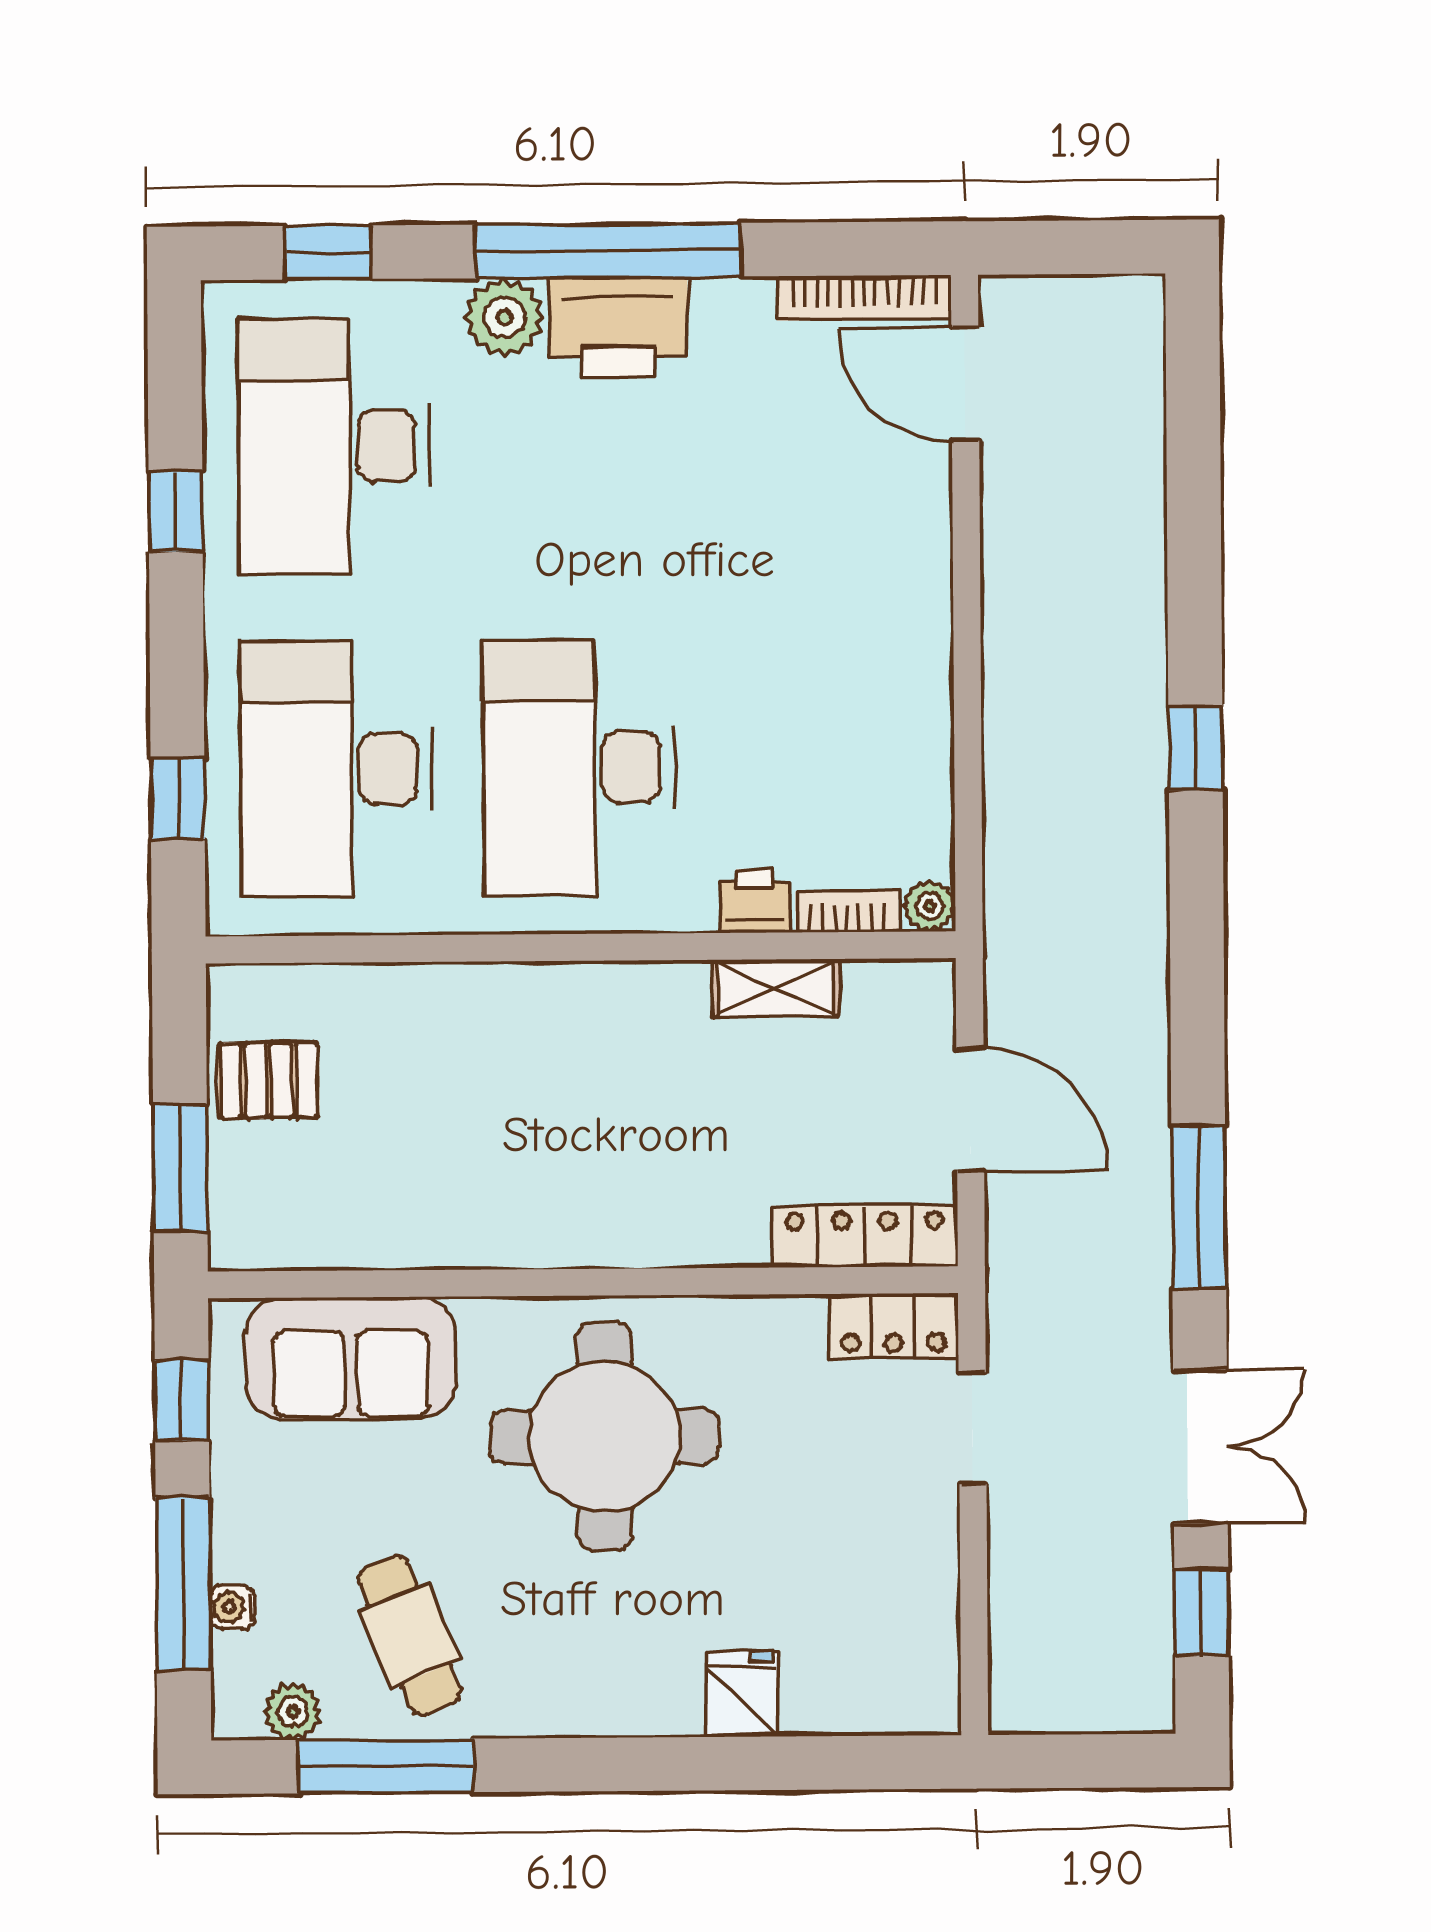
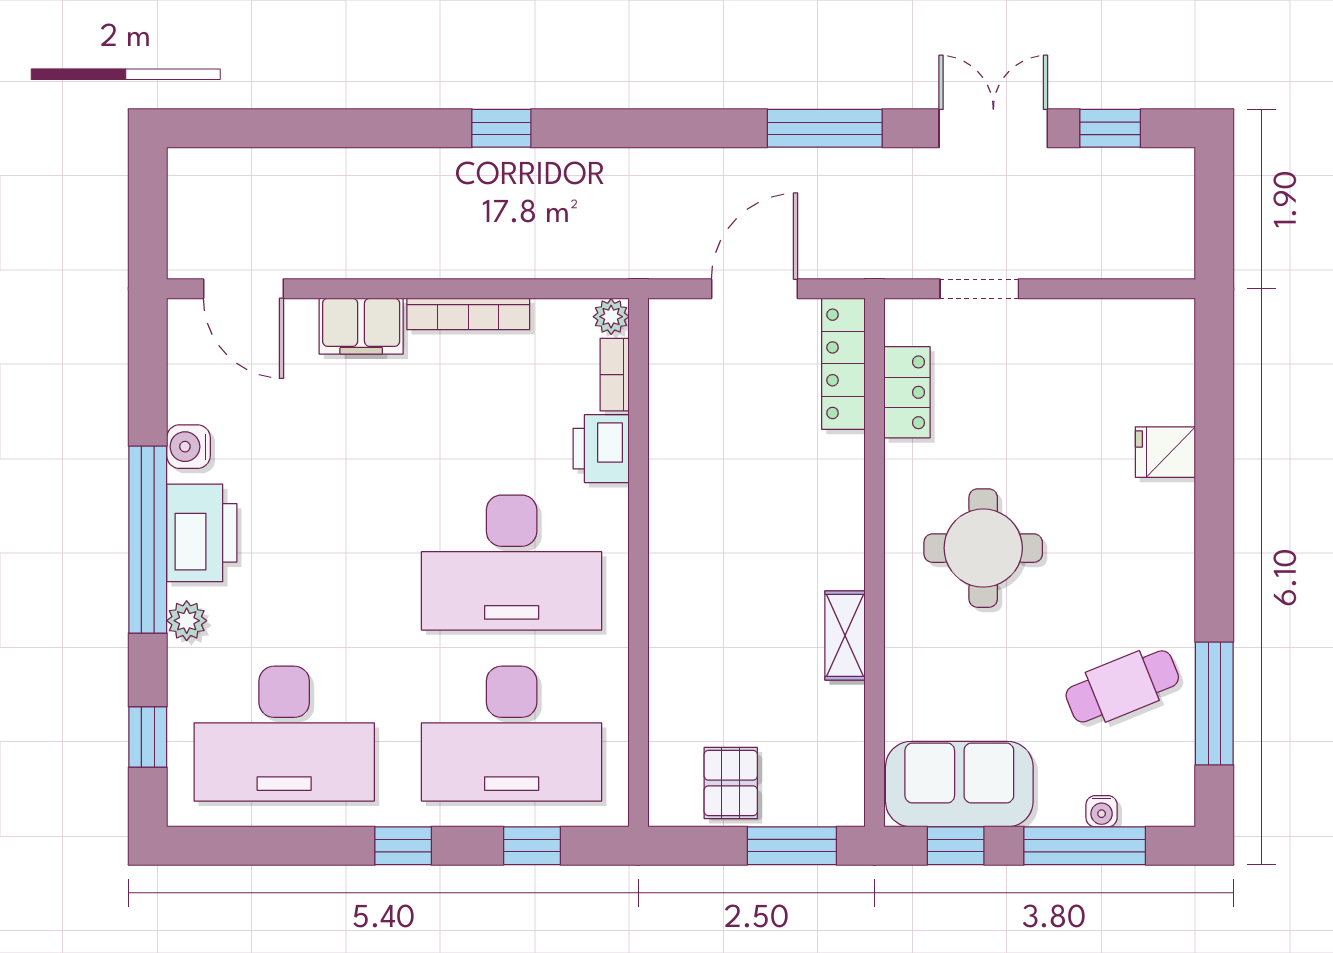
bookcase: (864, 298) -> (468, 314), moved, turned 90
water cooler: (741, 307) -> (188, 447), added
plant: (504, 317) -> (187, 621), width x0.73, depth x0.73
door: (965, 384) -> (243, 289), hinge flipped
window: (176, 511) -> (403, 846), moved
filing cabinet: (913, 551) -> (361, 326), added
printer: (755, 901) -> (601, 449), width x1.36, depth x1.24
shelving: (776, 988) -> (845, 635), moved
locker: (894, 1326) -> (907, 392), moved
sofa: (351, 1358) -> (959, 784), moved, turned -90
round table: (605, 1436) -> (983, 548), width x0.73, depth x0.73
plant: (293, 1712) -> (1176, 769), removed

